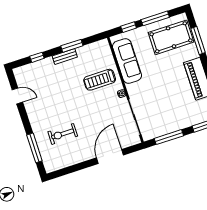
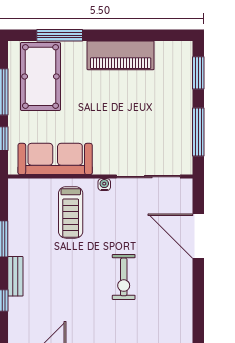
bench: (65, 57) -> (15, 276), moved
exercise bike: (63, 134) -> (124, 277), moved

